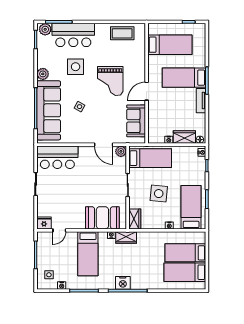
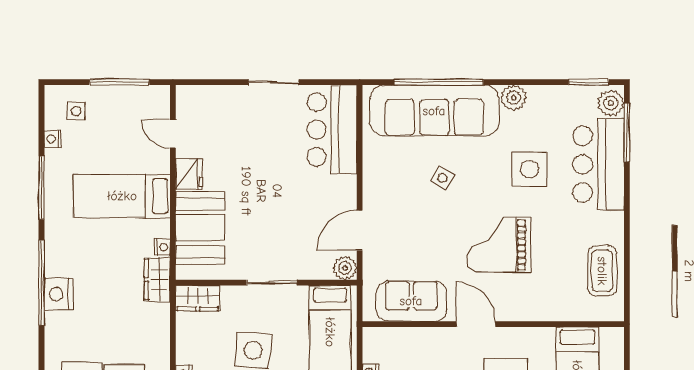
fridge: (44, 223) -> (189, 174), moved
nightstand: (123, 283) -> (59, 294), moved

